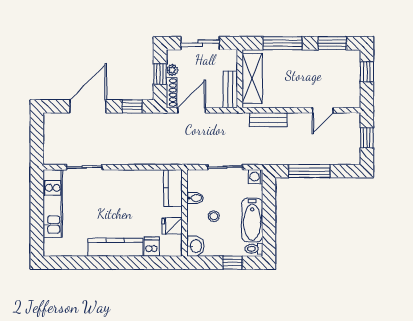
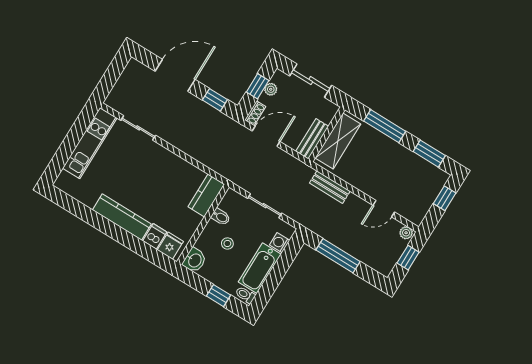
shoe rack: (172, 93) -> (255, 113), width x0.70
plant: (353, 119) -> (406, 233), added
washing machine: (256, 177) -> (280, 243), moved
fridge: (172, 226) -> (170, 246), moved, turned 90

